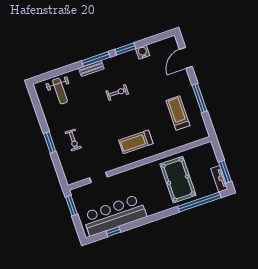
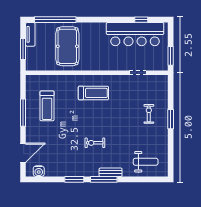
water cooler: (143, 52) -> (39, 171), moved
weight bench: (60, 91) -> (146, 162), turned 90
window: (225, 172) -> (23, 49), moved

